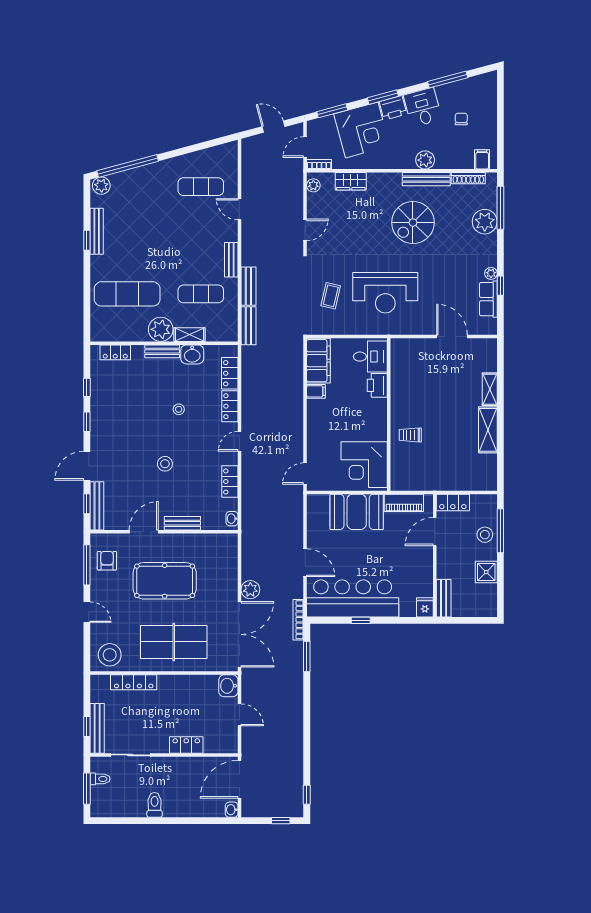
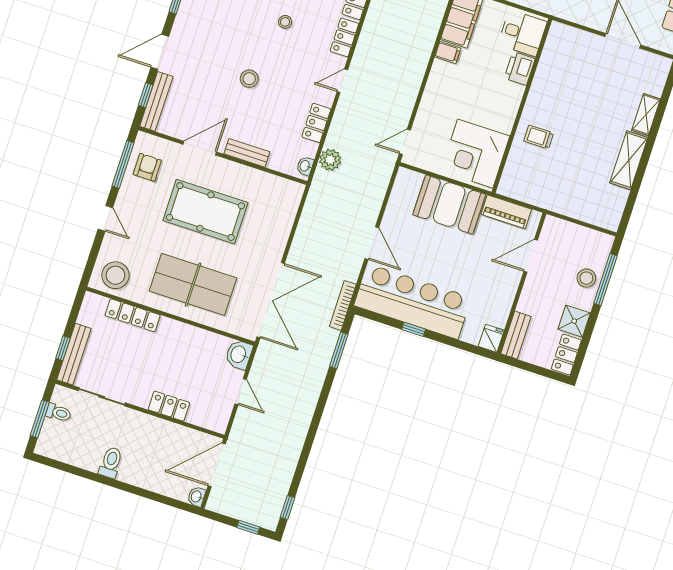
locker: (453, 502) -> (566, 355), moved, turned 90
plant: (250, 590) -> (330, 160), moved

